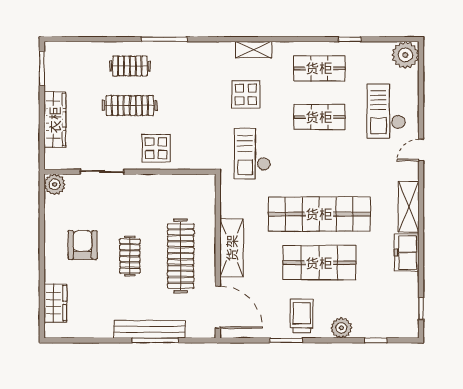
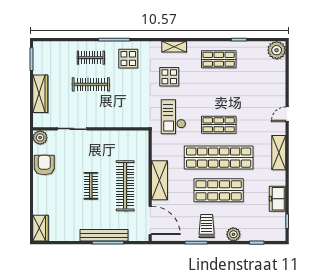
checkout: (386, 111) -> (264, 88), removed
shop shelf: (319, 117) -> (219, 125), moved
display table: (156, 148) -> (128, 59), moved
armchair: (83, 245) -> (44, 165), moved
freezer: (407, 252) -> (278, 199), moved
wardrobe: (55, 303) -> (41, 228), moved

